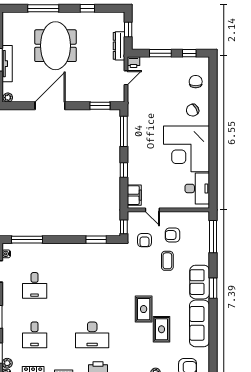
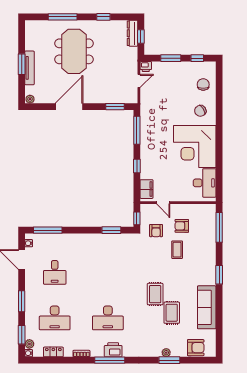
dresser: (119, 46) -> (132, 33), moved
sofa: (200, 282) -> (207, 269), removed
desk: (35, 335) -> (55, 318), width x1.37

